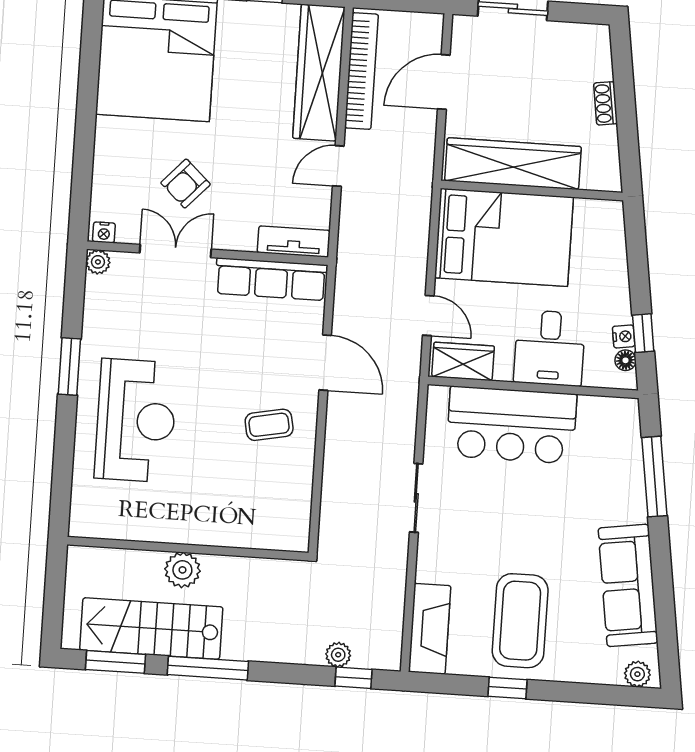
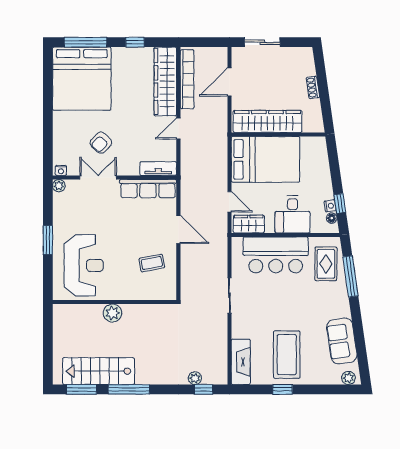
rug: (608, 449) -> (326, 264), added
wall: (188, 549) -> (115, 302), moved
plant: (182, 570) -> (113, 313), moved
sofa: (628, 585) -> (342, 341), width x0.73

